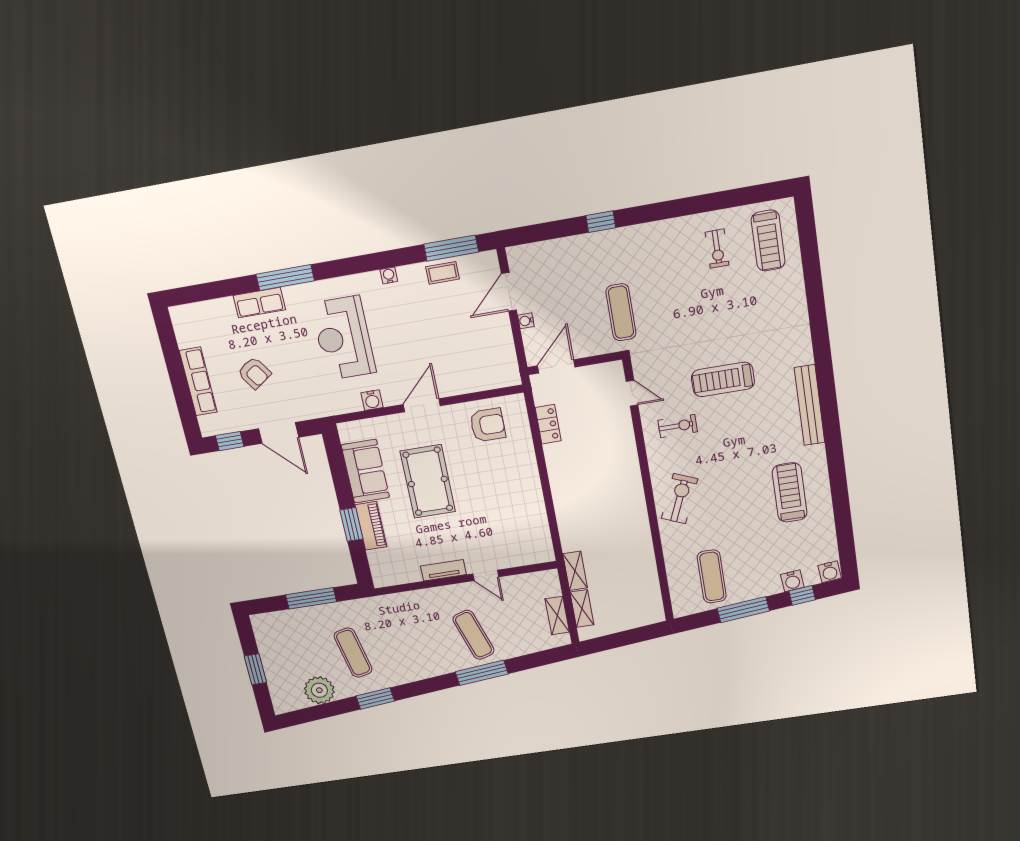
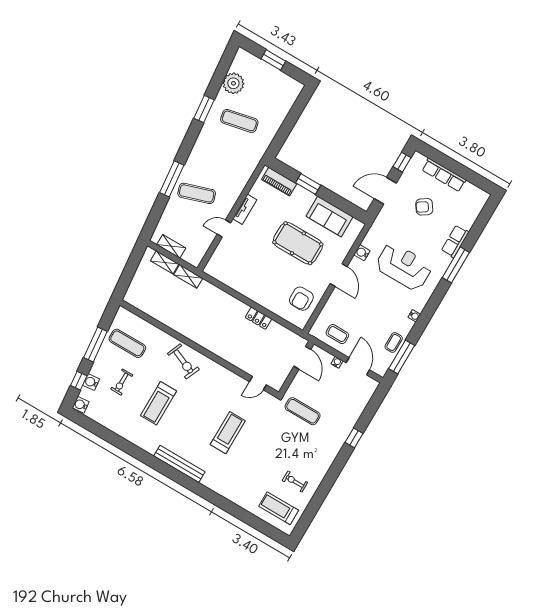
coffee table: (492, 349) -> (337, 334), added
locker: (548, 424) -> (258, 318), moved
exercise bike: (678, 426) -> (122, 382), moved
treadmill: (790, 492) -> (158, 403), moved, turned 90
piano: (371, 526) -> (279, 182), moved
window: (311, 598) -> (287, 127), removed

